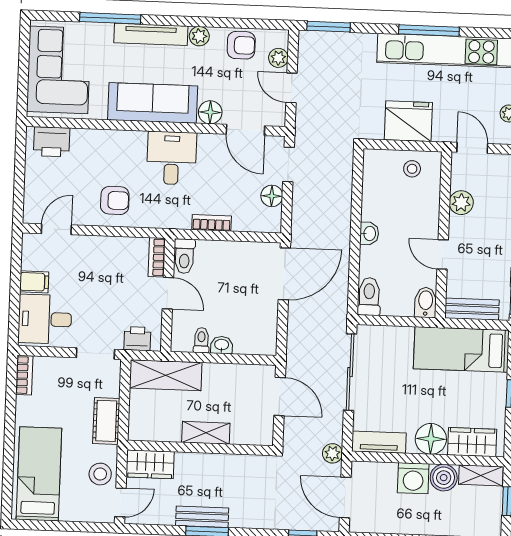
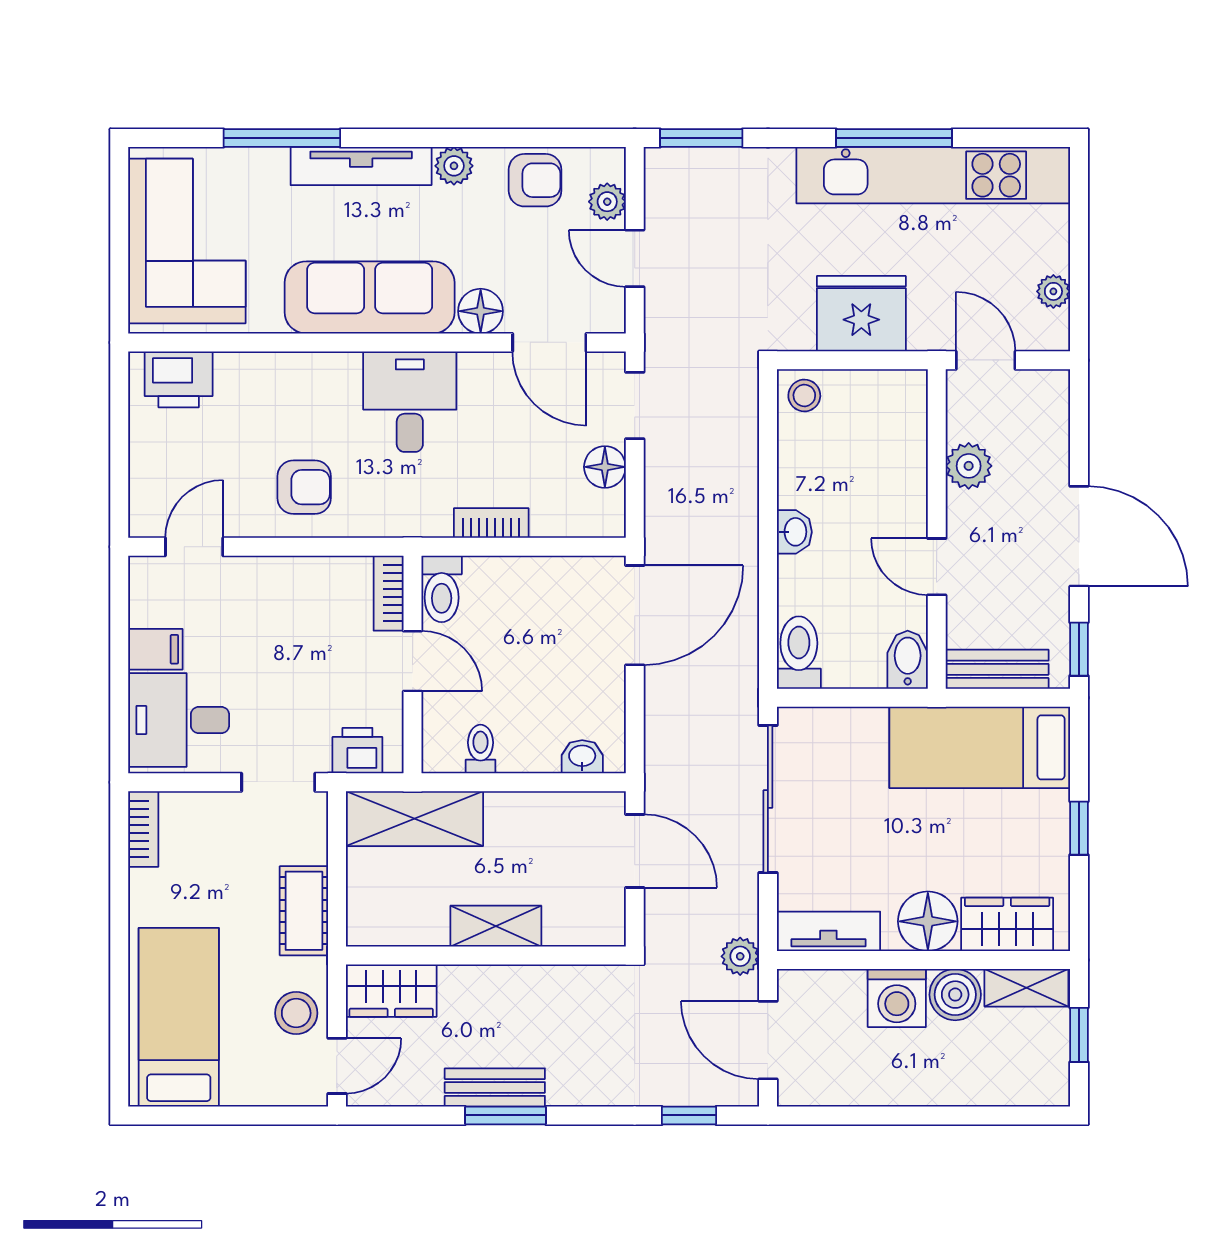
stool: (412, 169) -> (804, 395), moved
washbasin: (222, 345) -> (582, 757), moved

